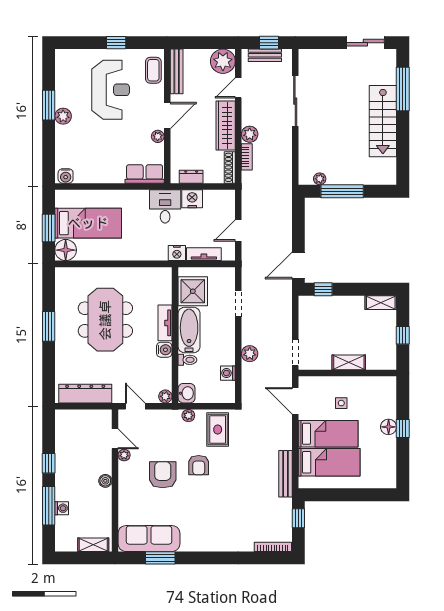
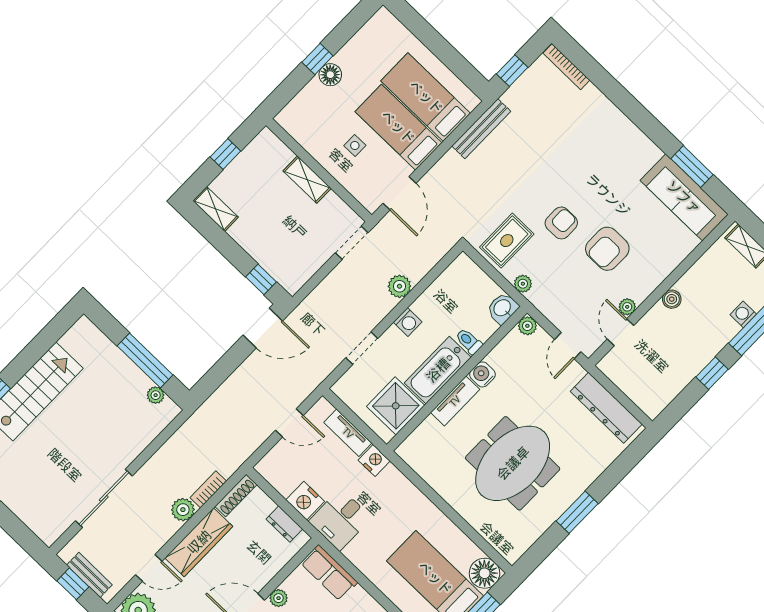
washing machine: (228, 373) -> (408, 322), moved

